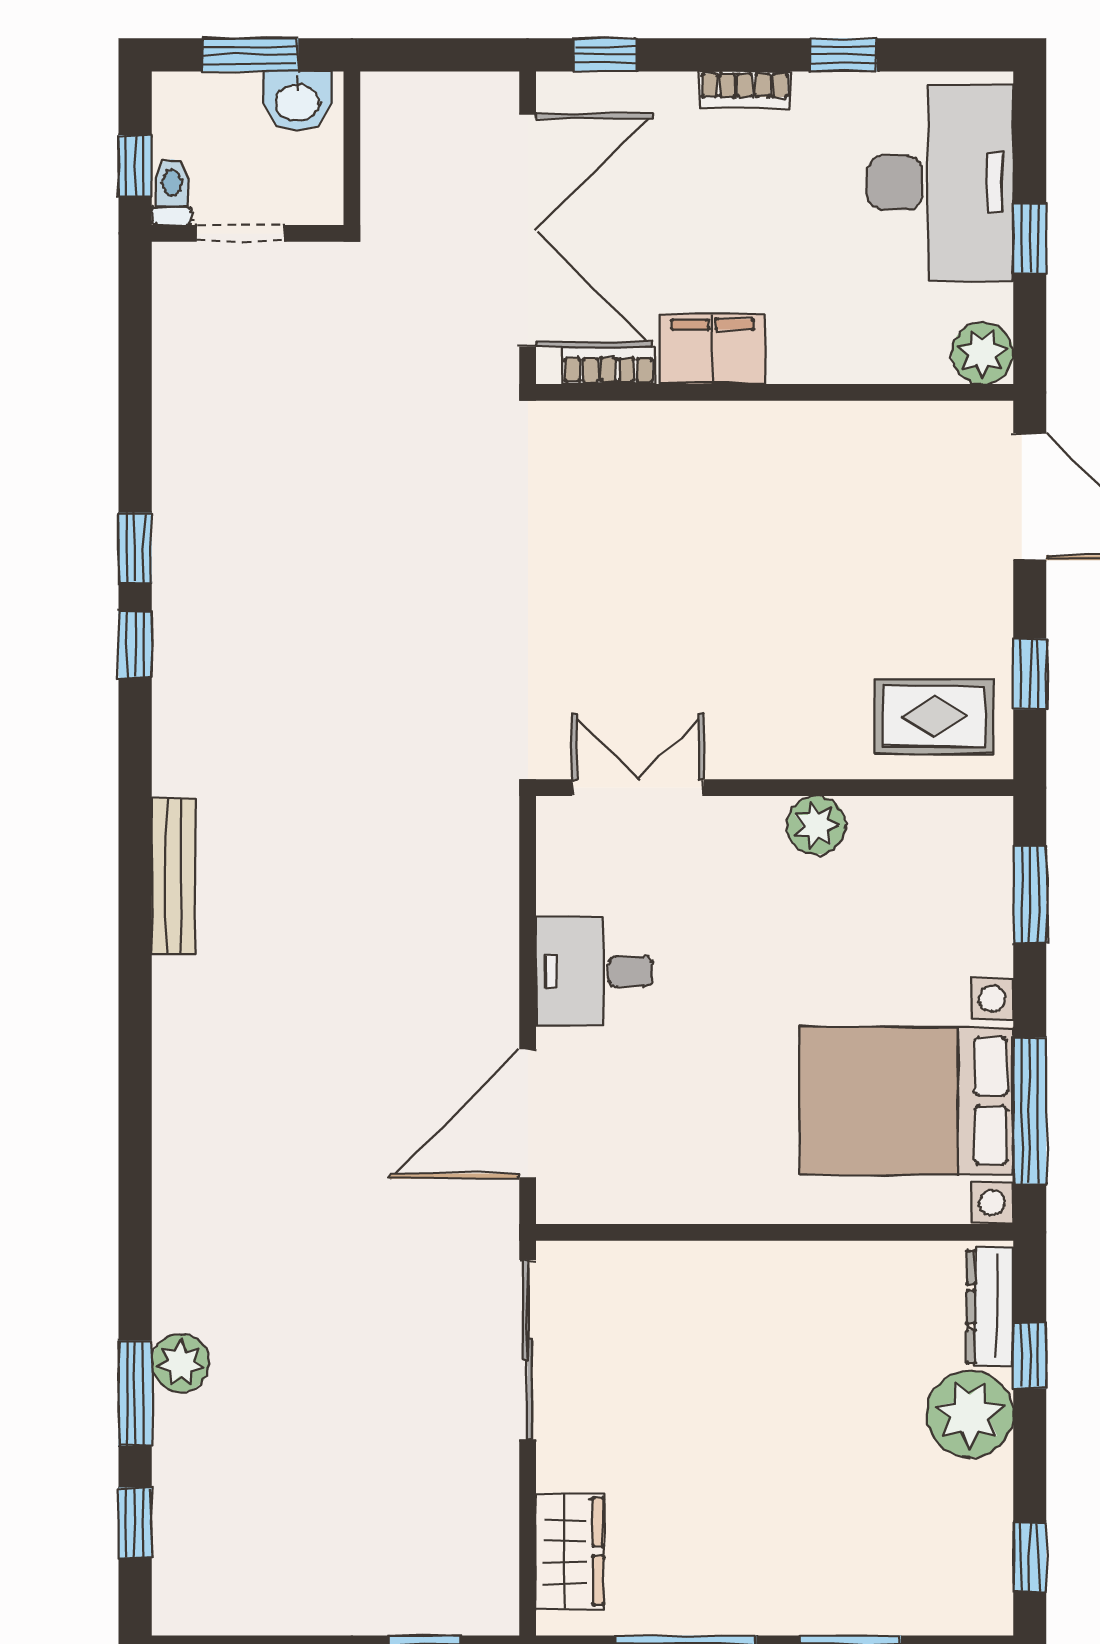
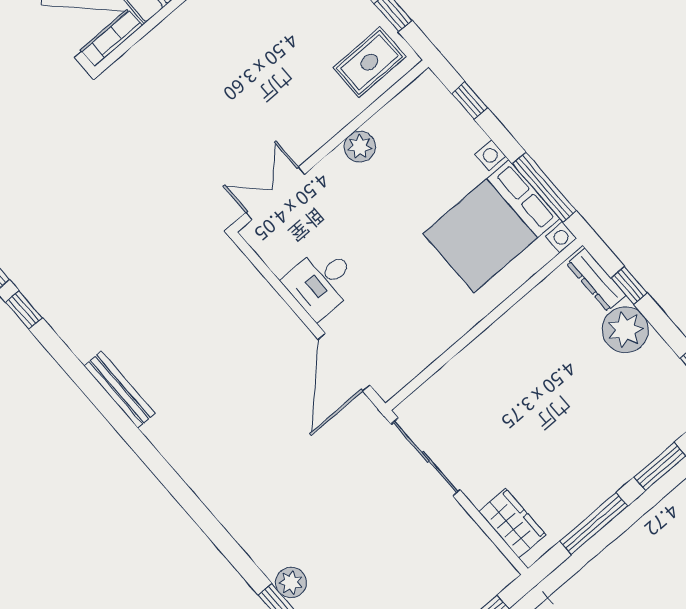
window: (1030, 895) -> (469, 101), width x0.67

